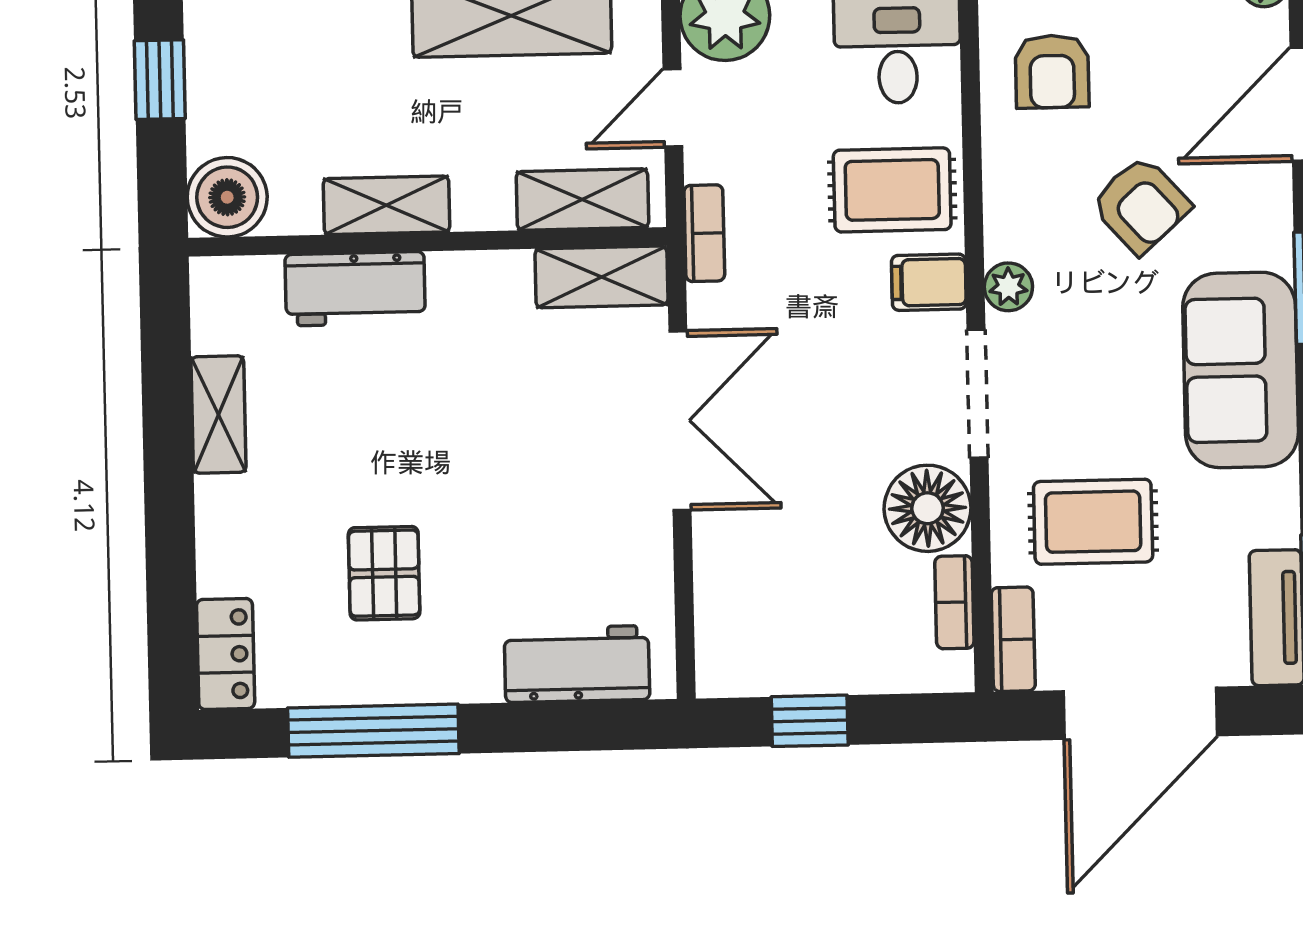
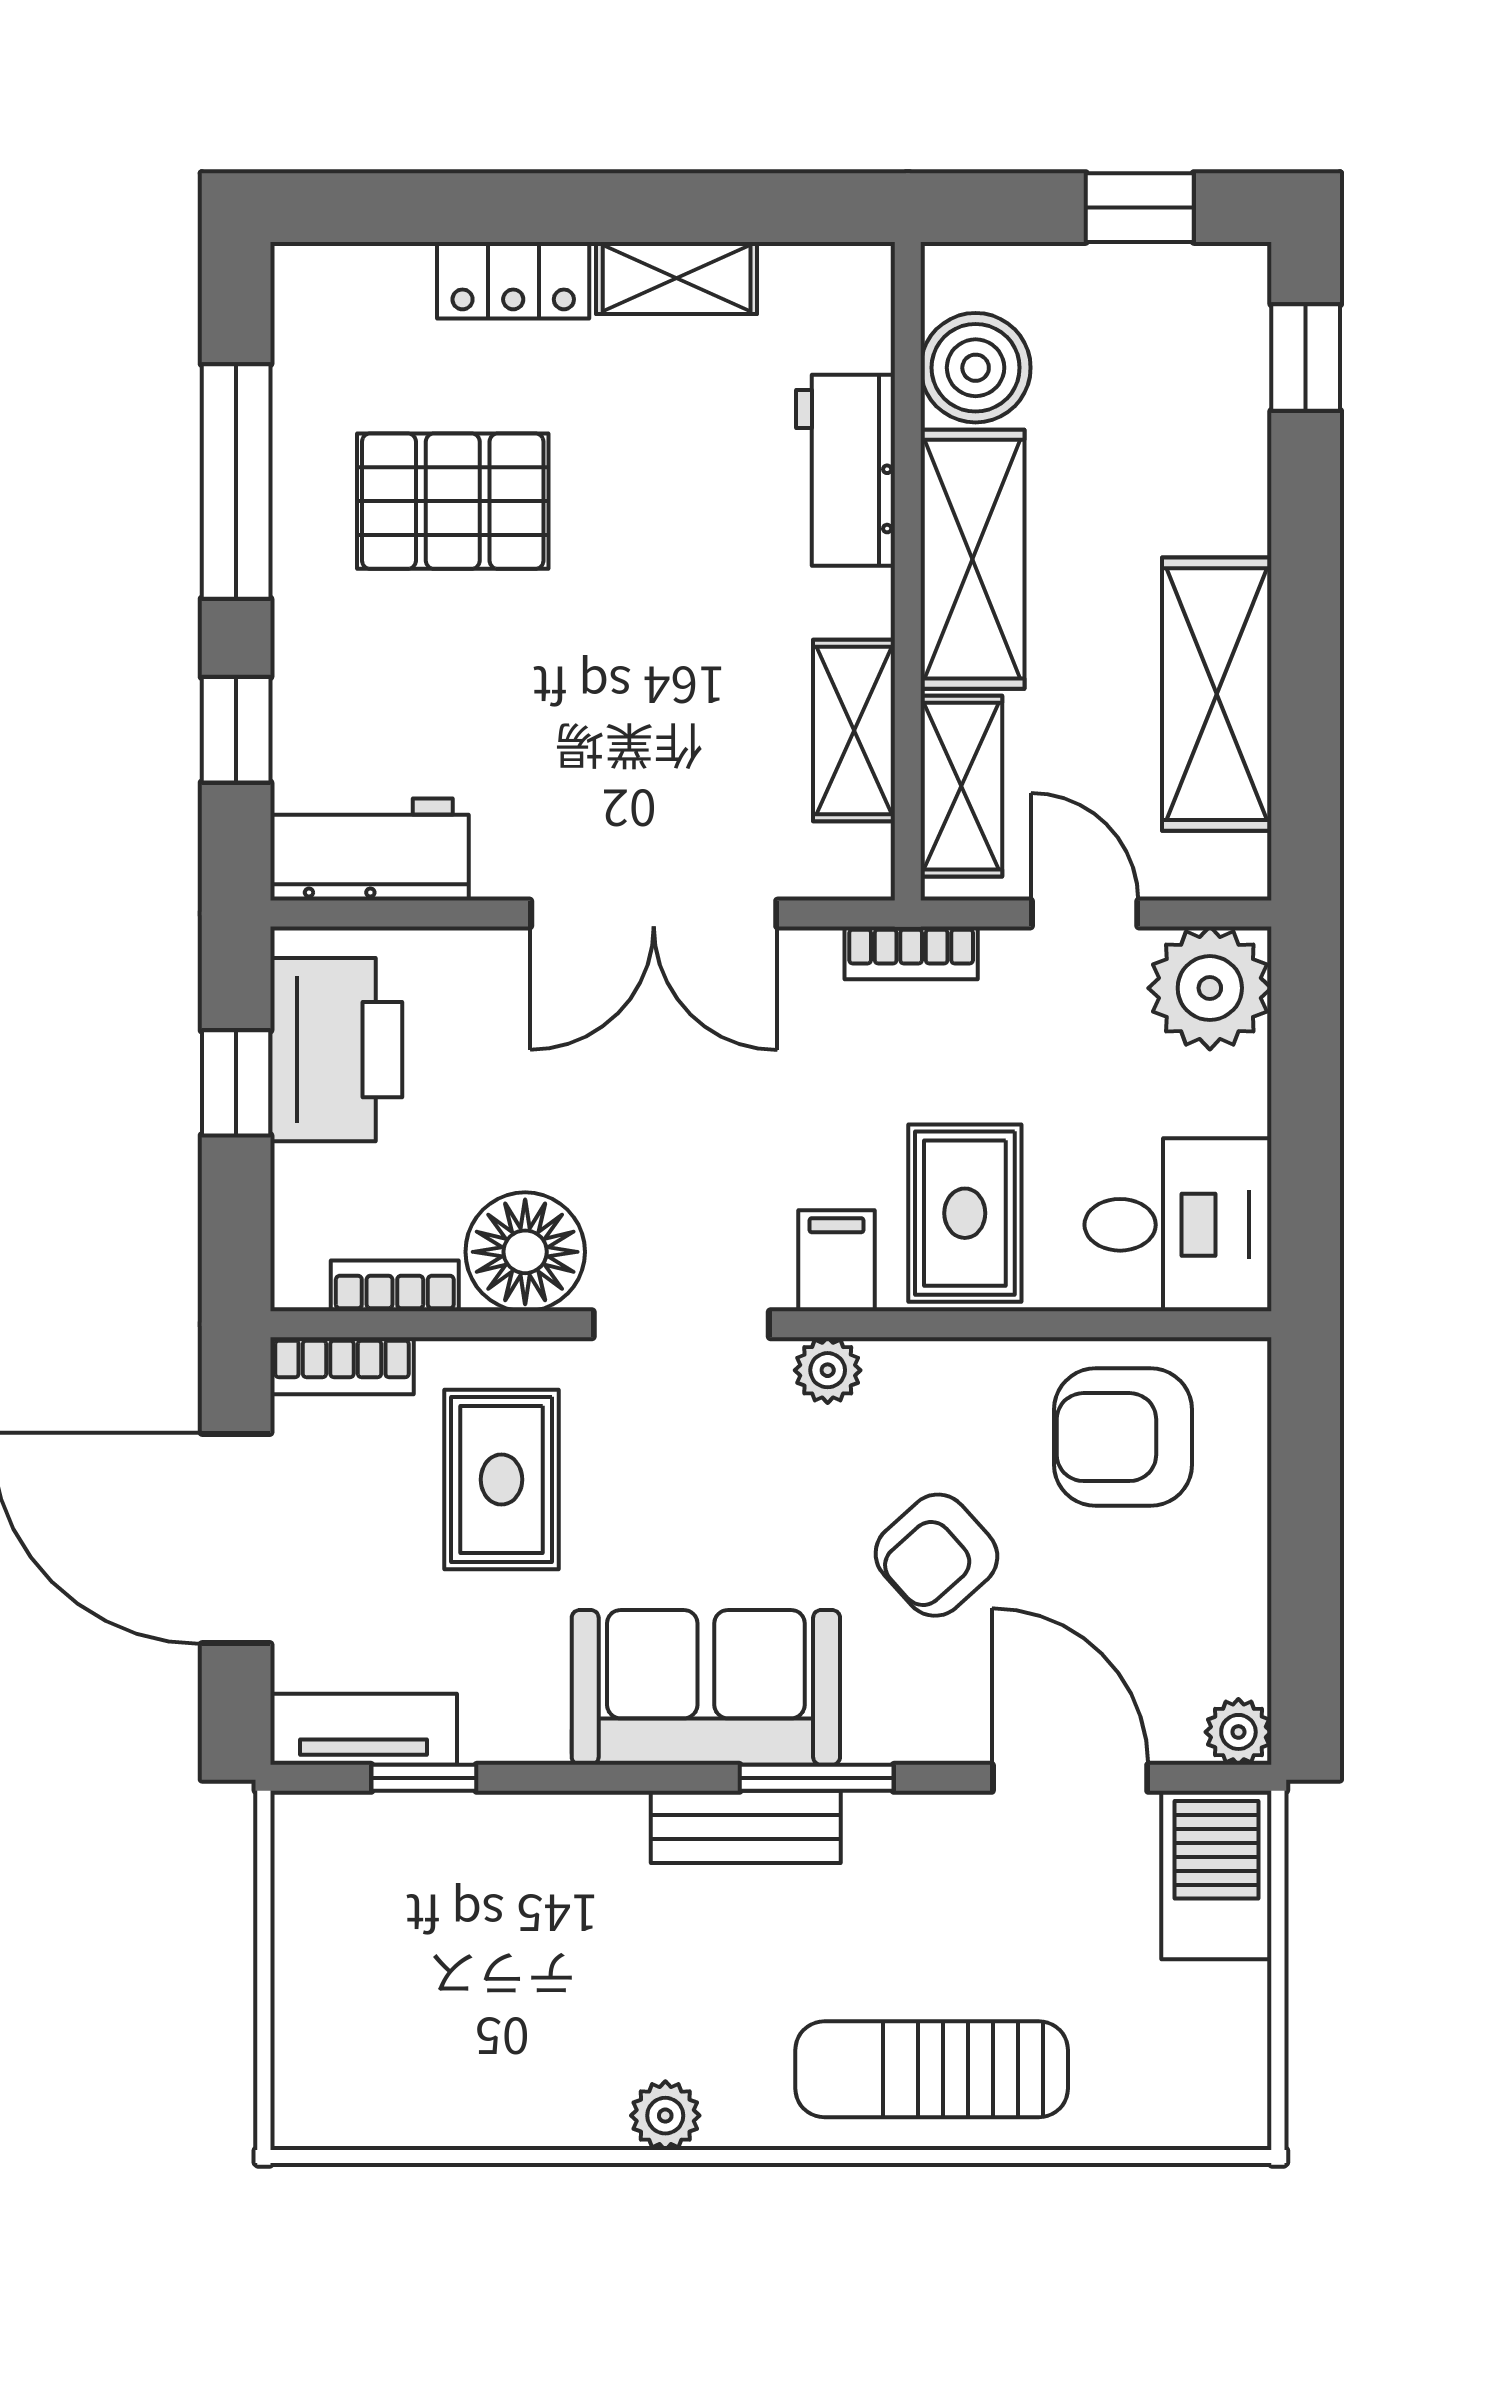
armchair: (1052, 71) -> (1123, 1437), width x1.38, depth x1.38
boiler: (227, 197) -> (976, 368), moved
shelving: (386, 205) -> (972, 559), width x1.50, depth x1.33
shelving: (601, 277) -> (854, 730), moved
pallet: (384, 573) -> (453, 501), width x1.50, depth x1.42
printer: (784, 649) -> (336, 1050), added
locker: (226, 654) -> (513, 280), moved
workbench: (577, 664) -> (369, 849), moved, turned -90
window: (554, 727) -> (236, 730), added

